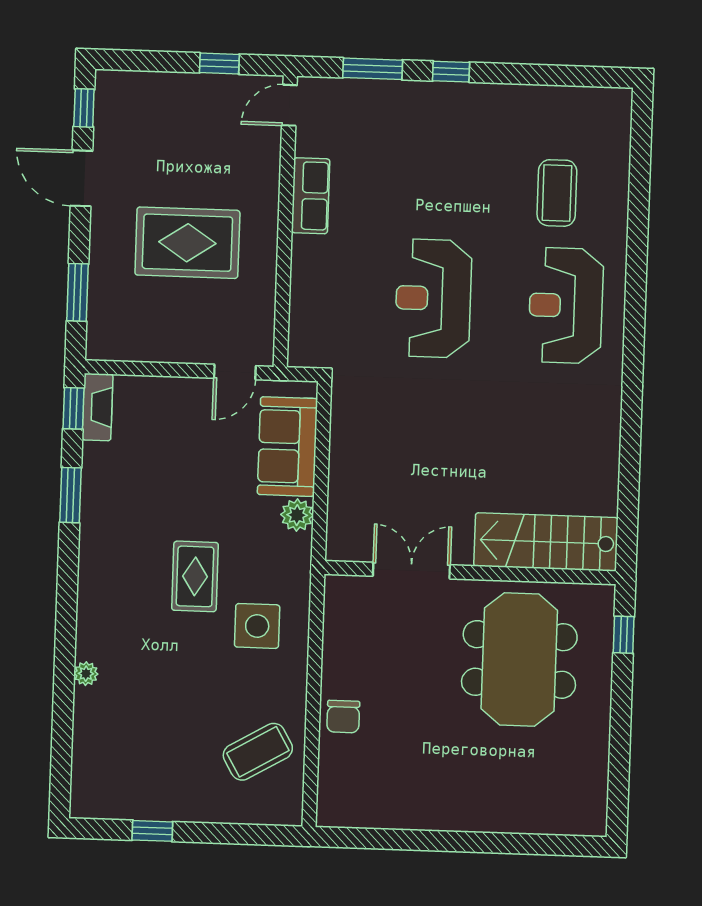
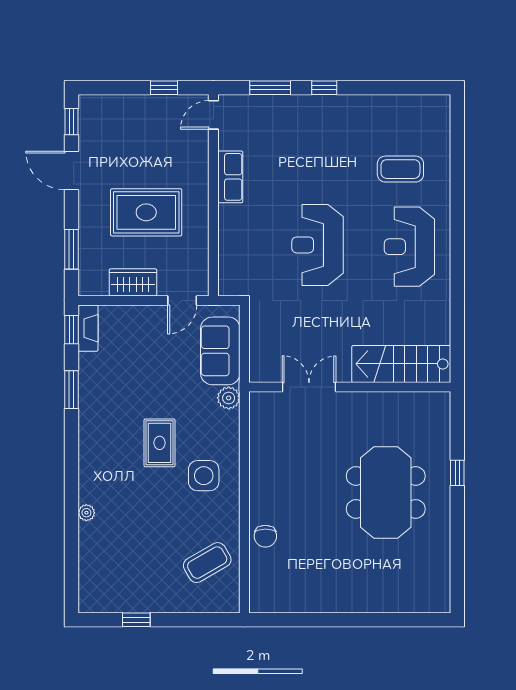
coffee table: (557, 193) -> (400, 169), turned 90
wardrobe: (165, 343) -> (133, 282), added
stairs: (546, 542) -> (401, 364), moved
double door: (411, 571) -> (309, 387), moved
wall: (470, 573) -> (350, 387), moved

